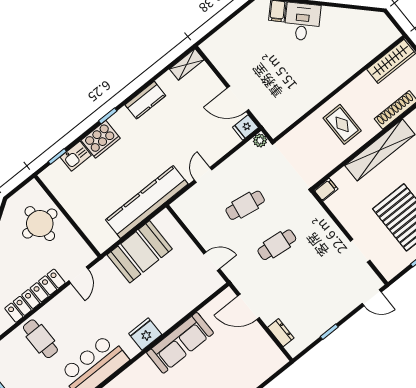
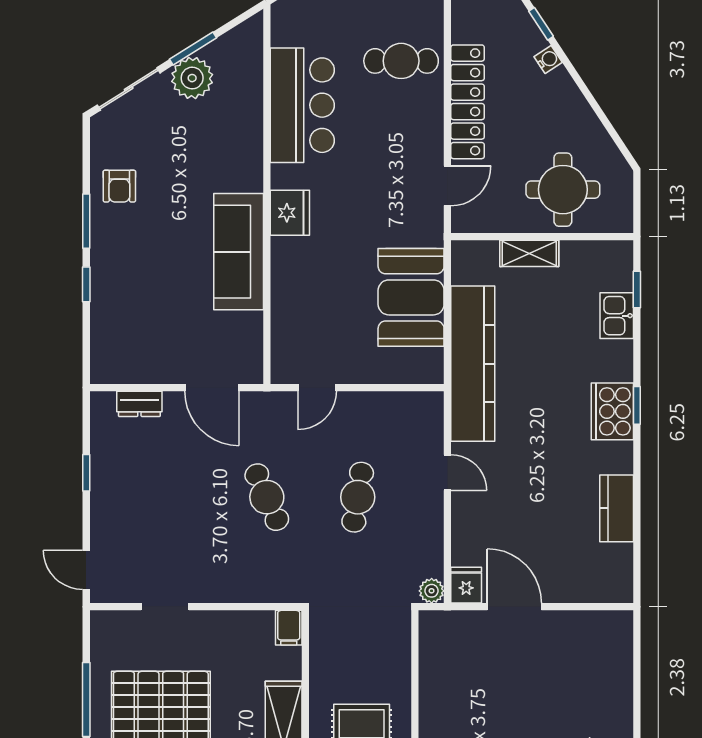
shelving: (187, 64) -> (529, 253), moved, turned 90
door: (238, 99) -> (514, 607), hinge flipped
kitchen counter: (145, 100) -> (617, 508), moved
cooker: (101, 139) -> (612, 411), moved
cafe table: (277, 245) -> (267, 497), turned -30
door: (78, 275) -> (447, 186), swing flipped
door: (372, 298) -> (86, 570), hinge flipped
door: (248, 307) -> (212, 388), swing flipped

